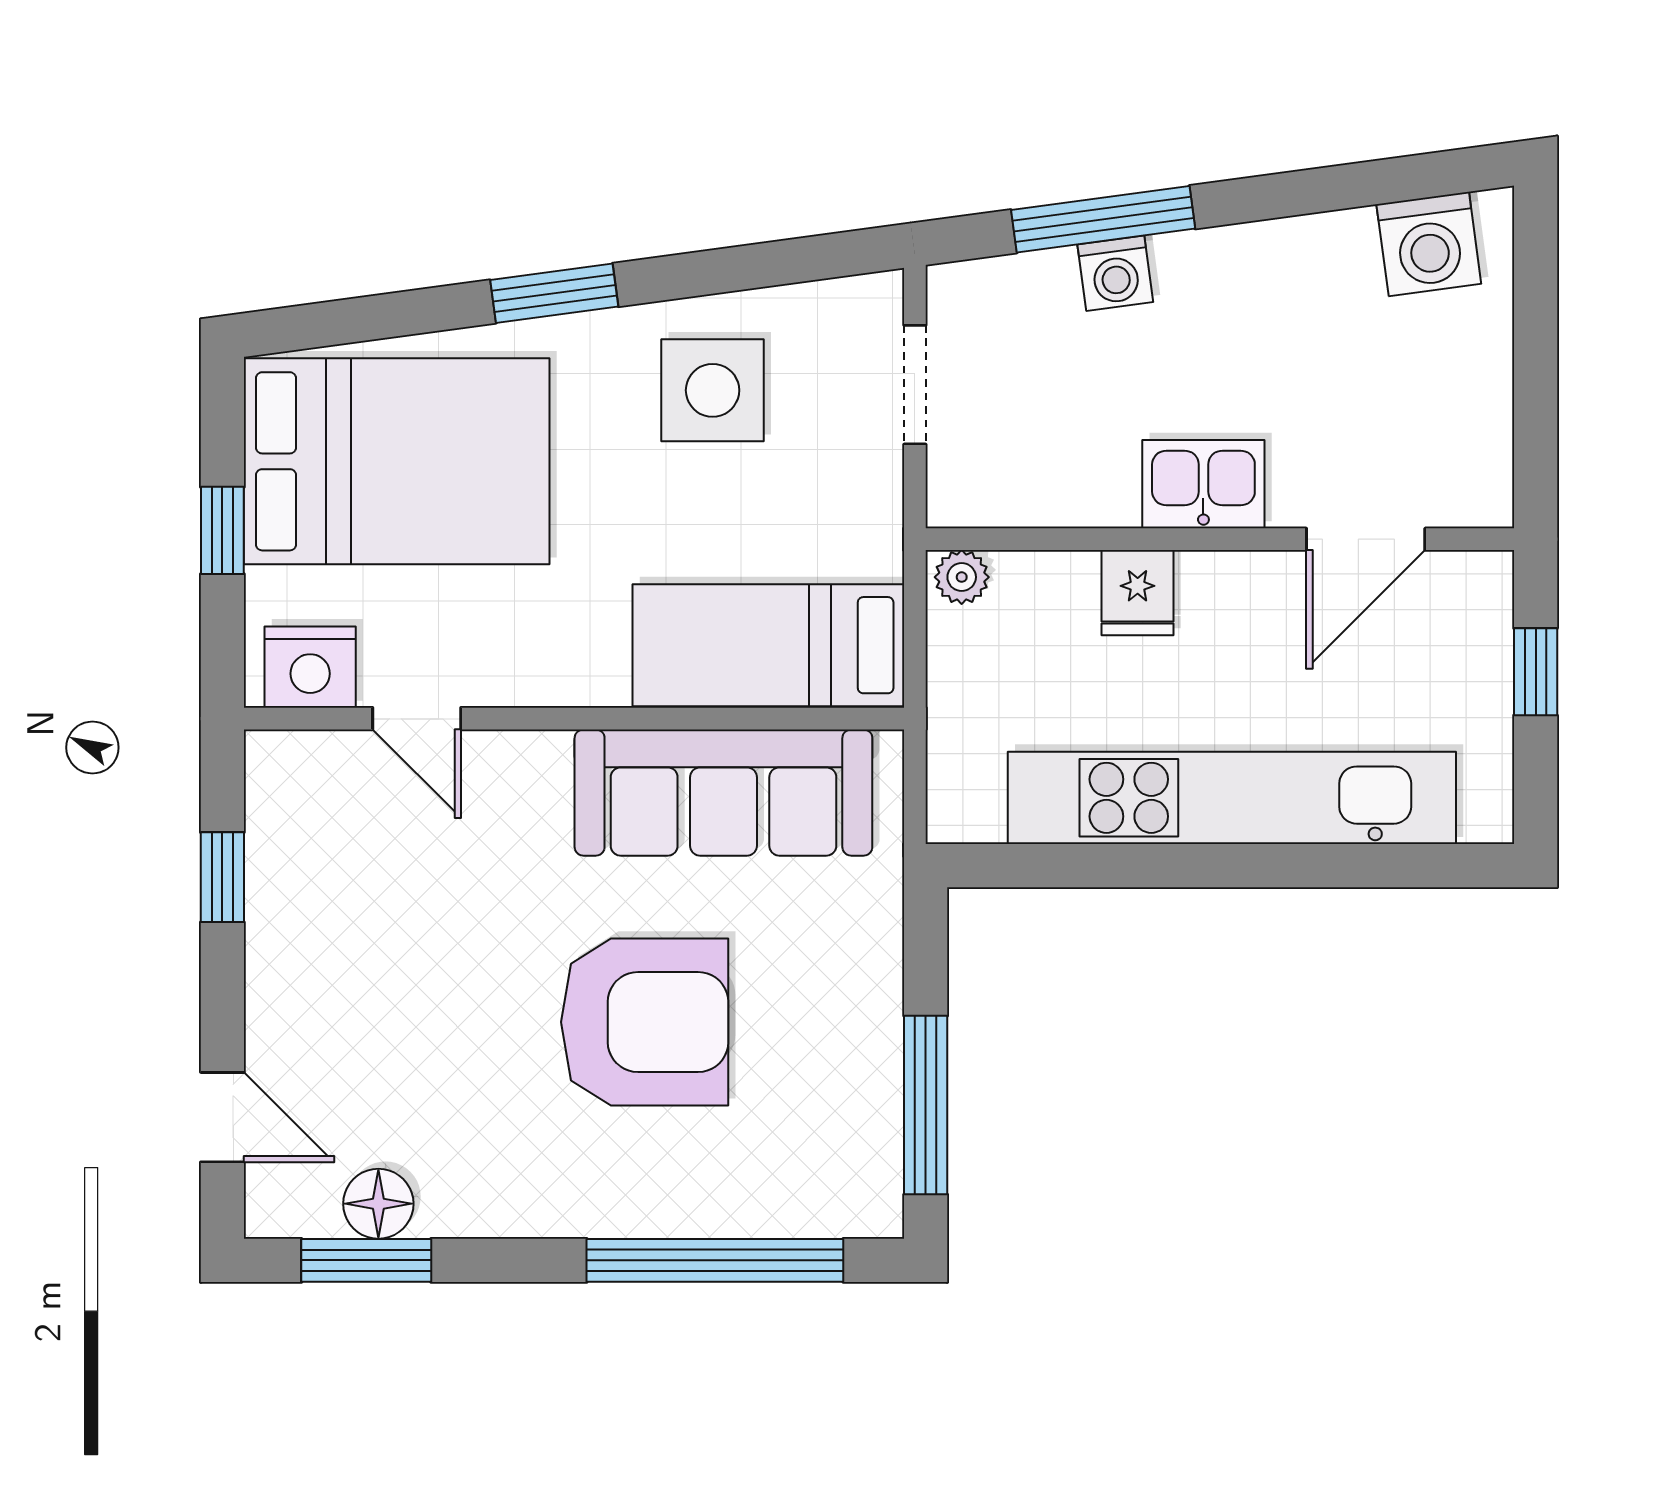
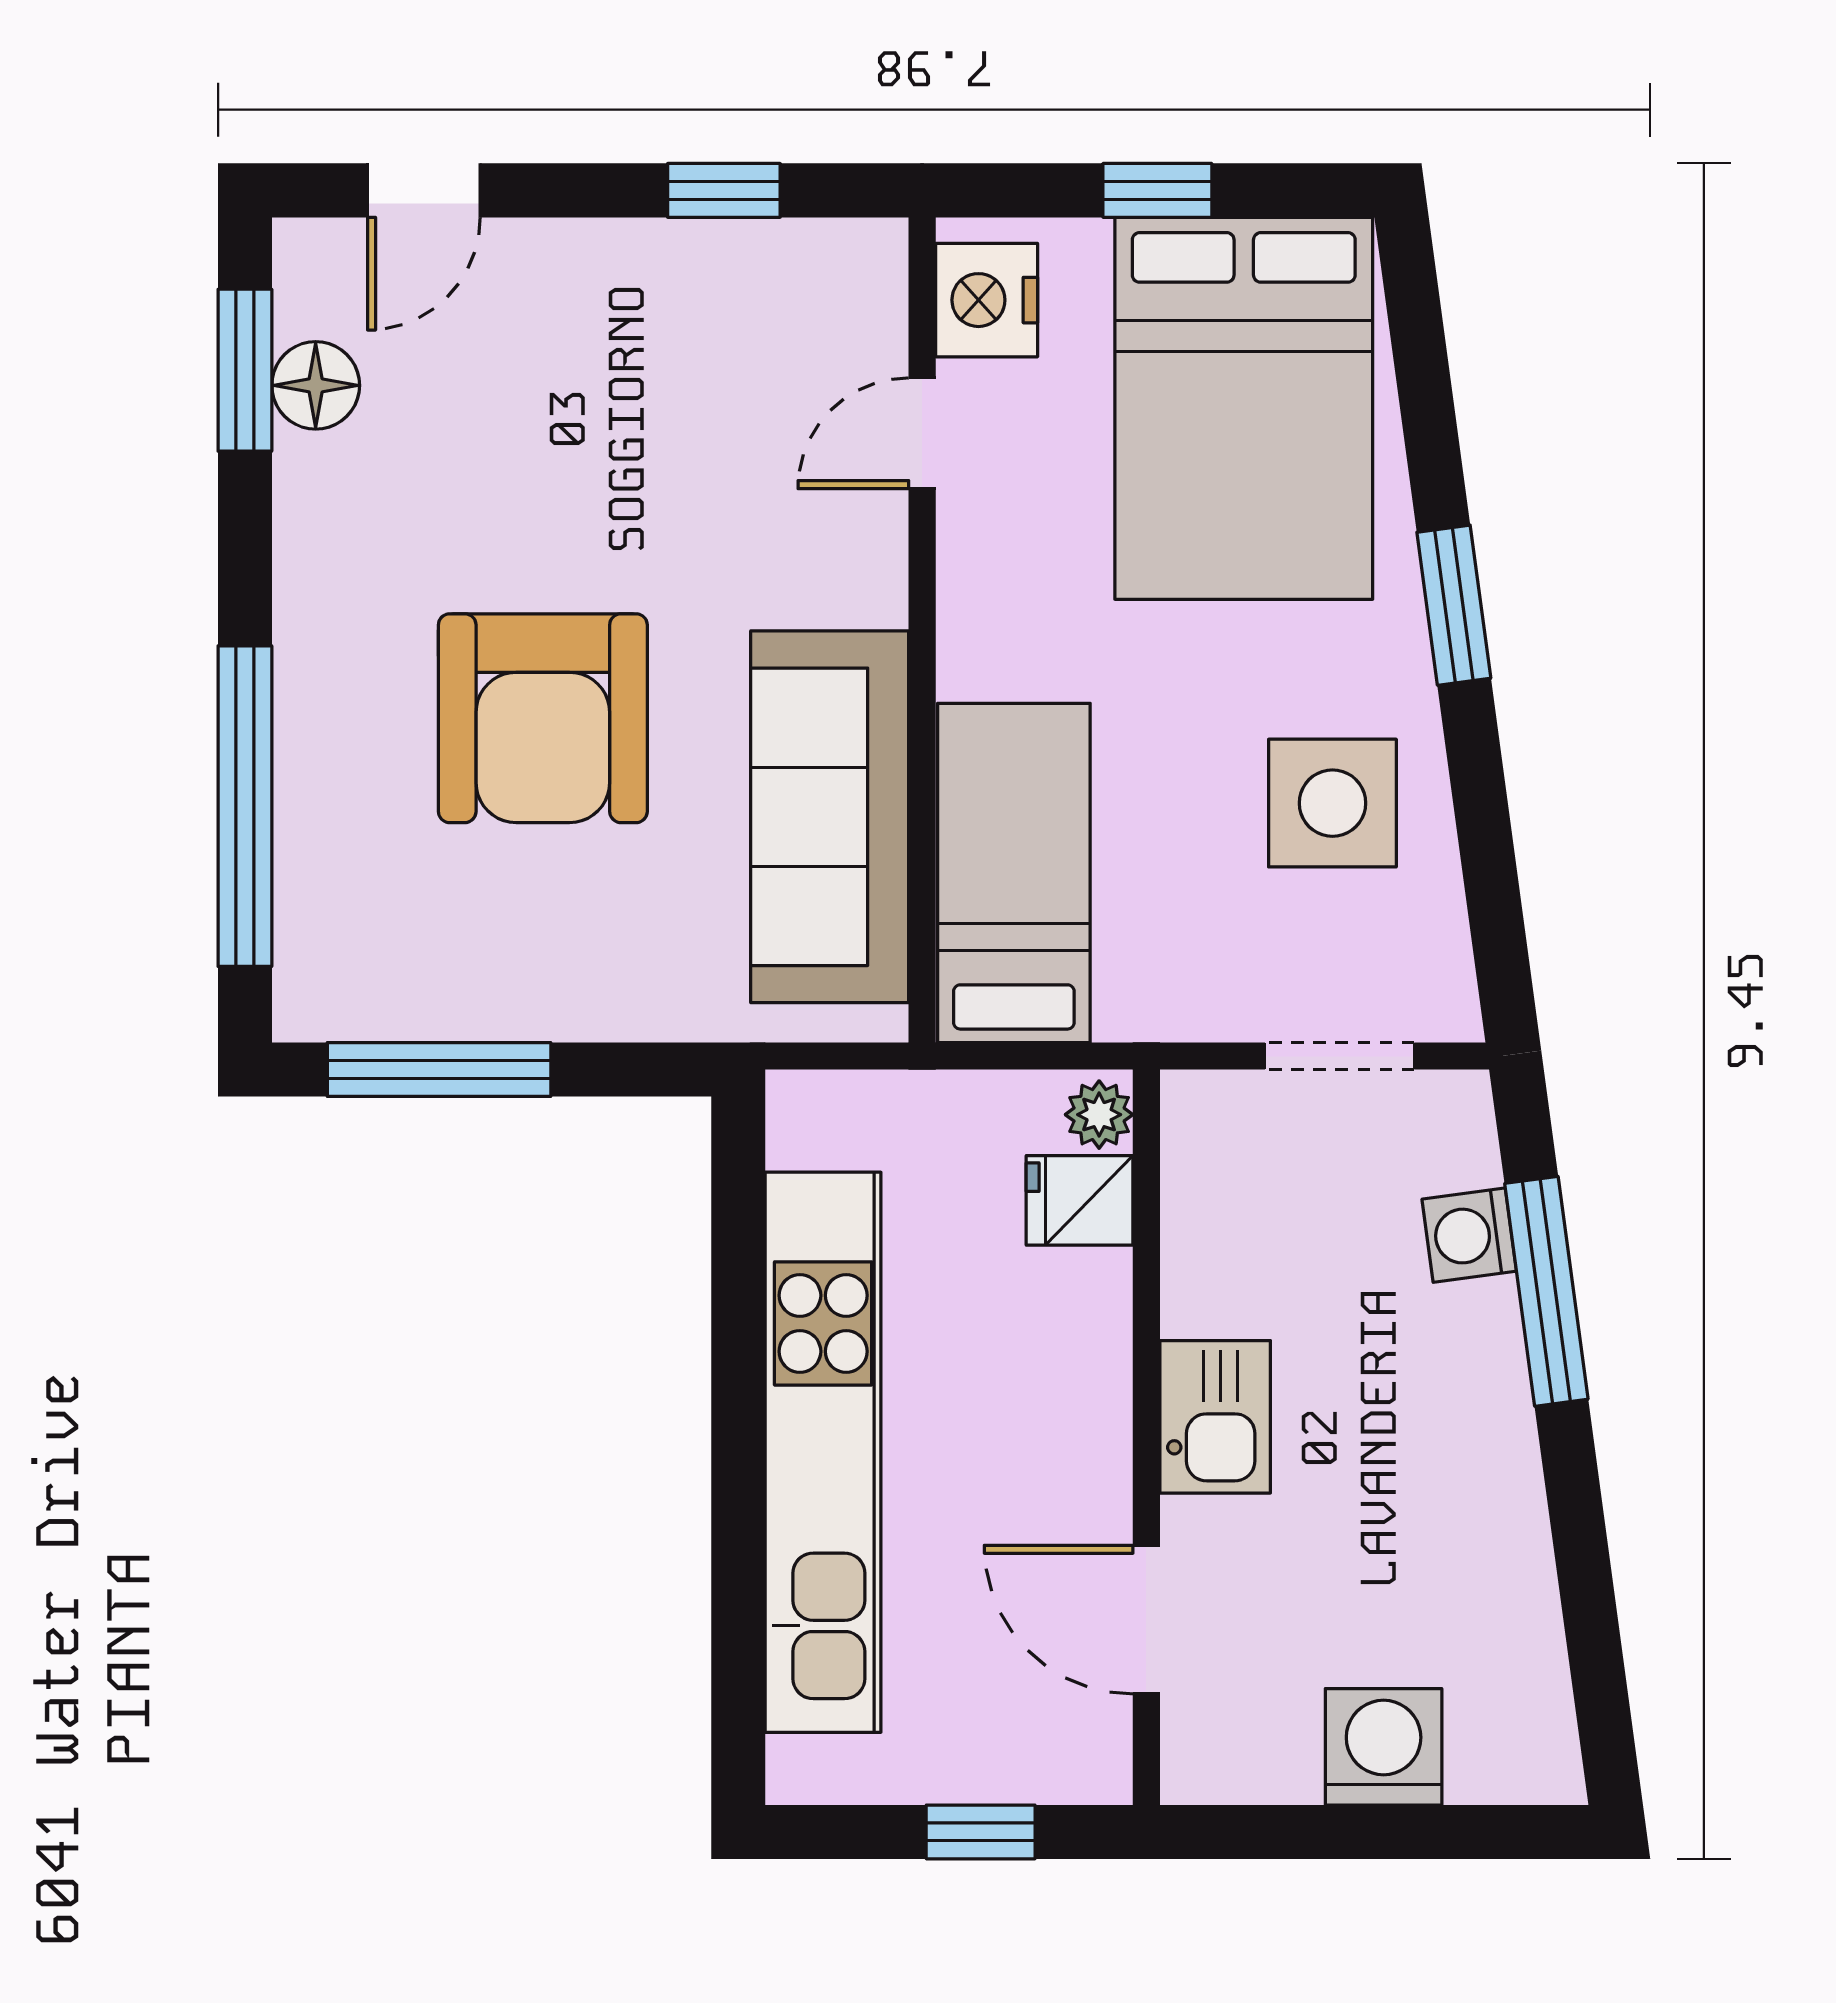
washing machine: (1429, 244) -> (1384, 1747), moved, turned 98
washing machine: (1115, 273) -> (1469, 1235), moved
fridge: (1138, 593) -> (1080, 1200), moved

